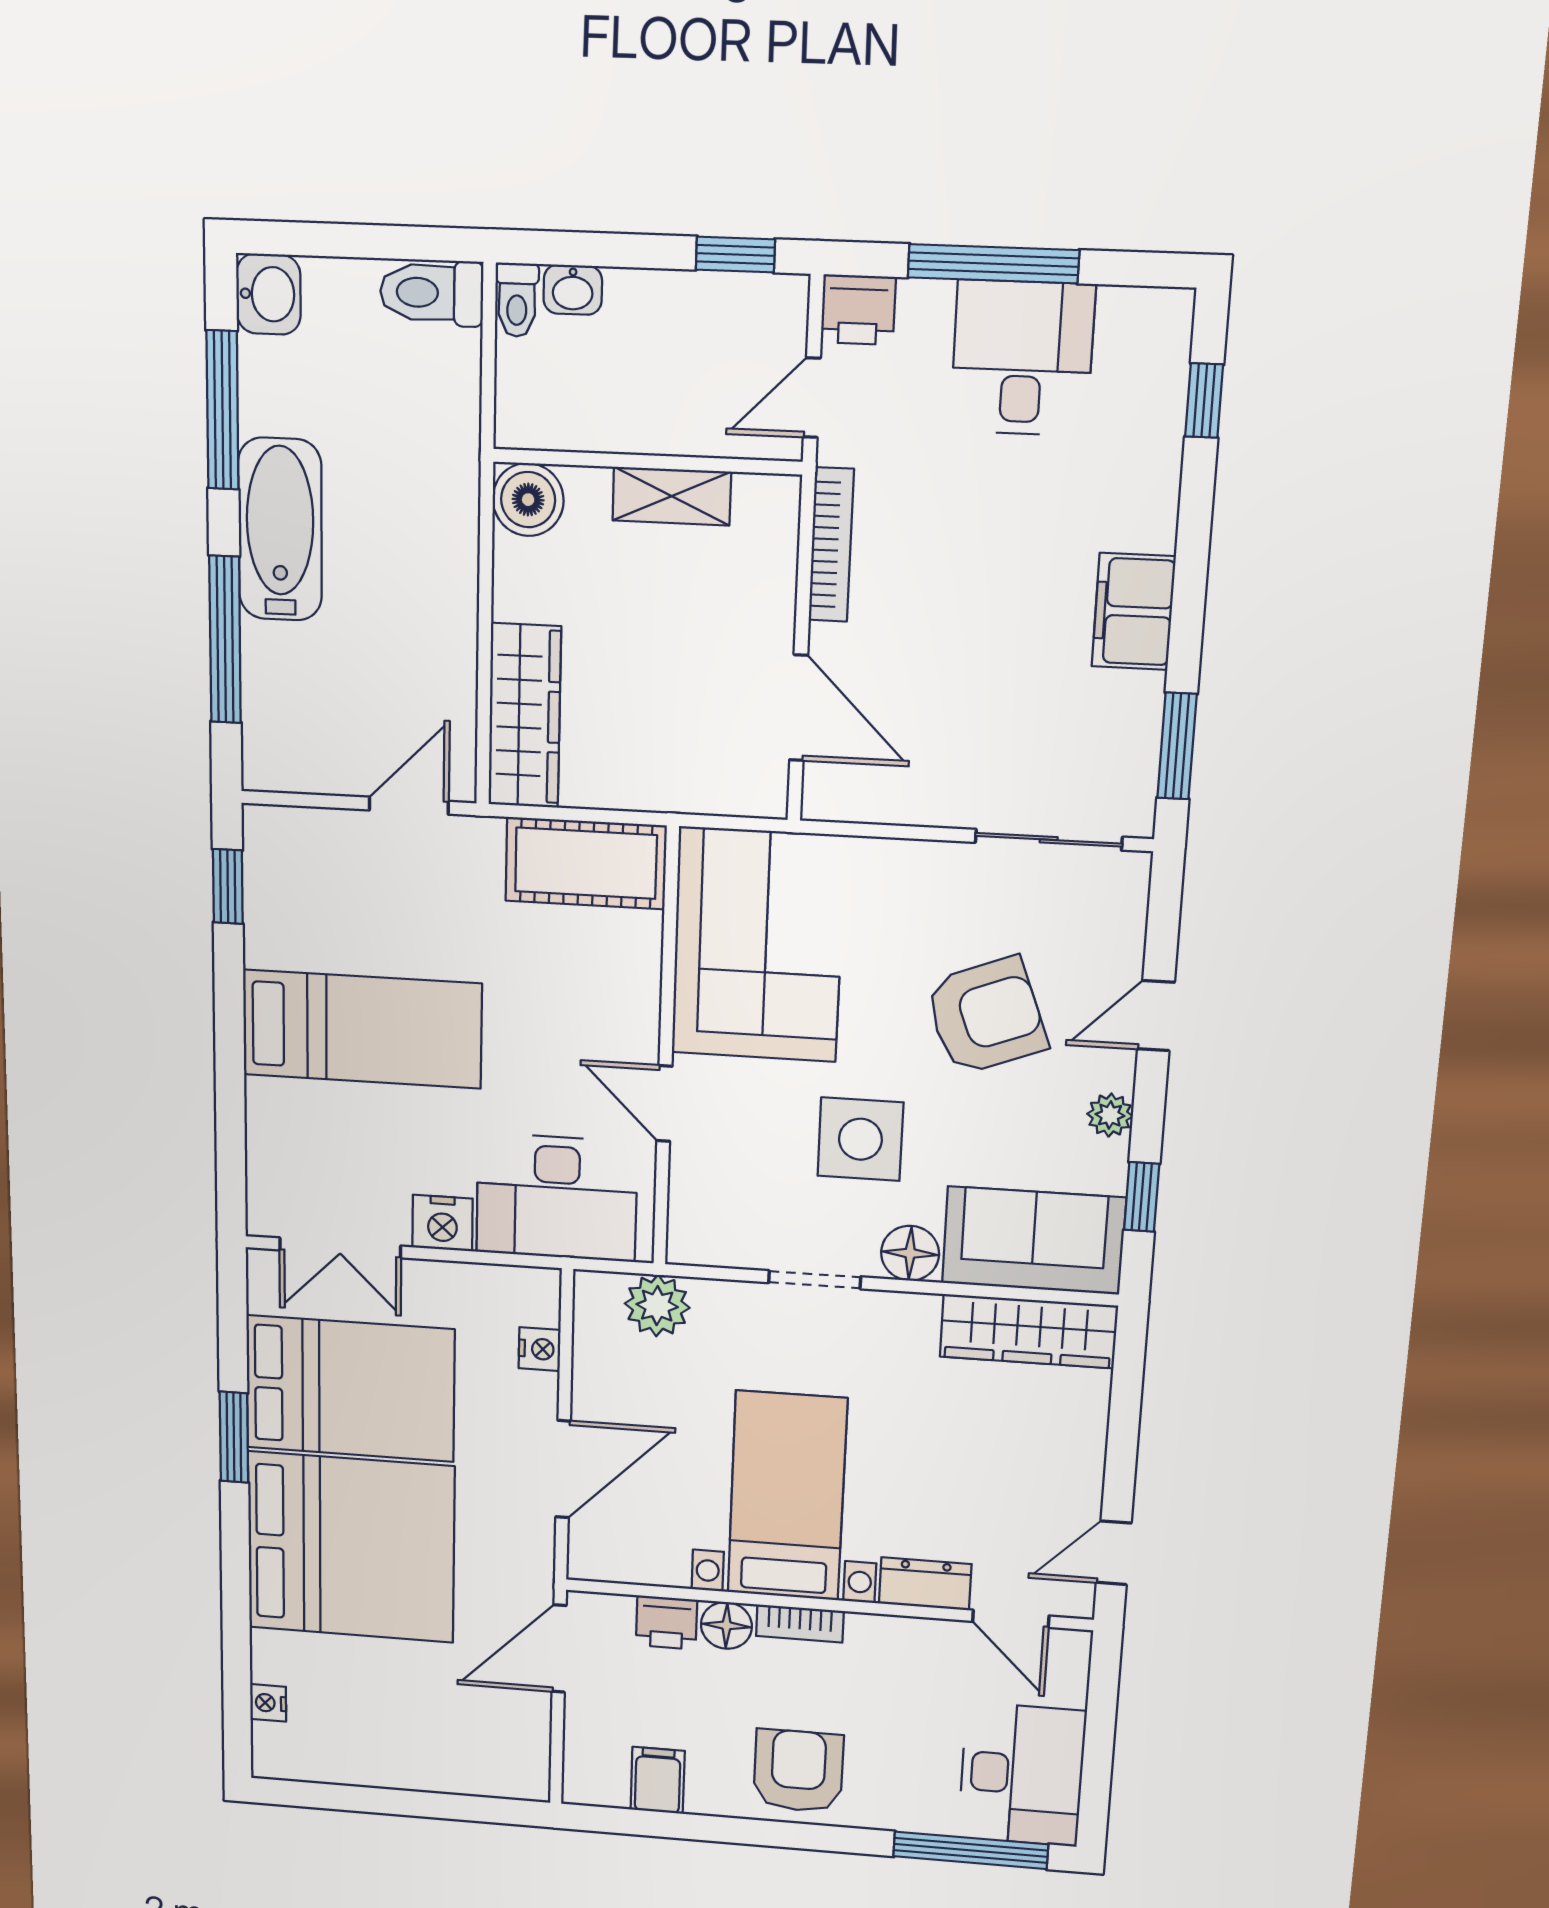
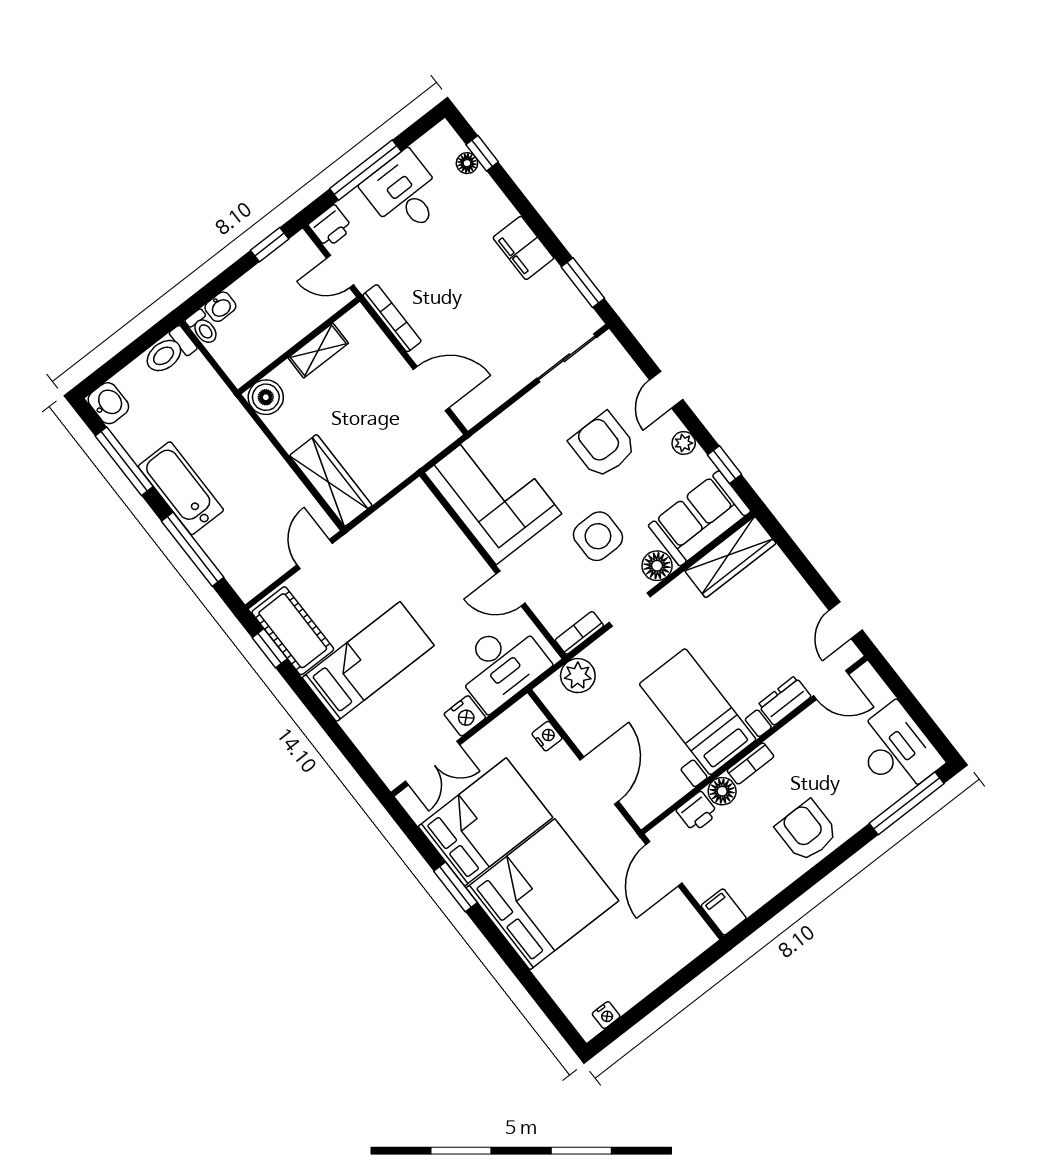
floor lamp: (1166, 396) -> (467, 163), added
door: (812, 398) -> (340, 271), hinge flipped
cot: (586, 863) -> (293, 631), moved, turned 90
armchair: (986, 1016) -> (603, 445), turned -69
bookcase: (712, 1250) -> (579, 633), added
nightstand: (268, 1703) -> (606, 1015), moved, turned -90
filing cabinet: (658, 1780) -> (724, 912), moved

